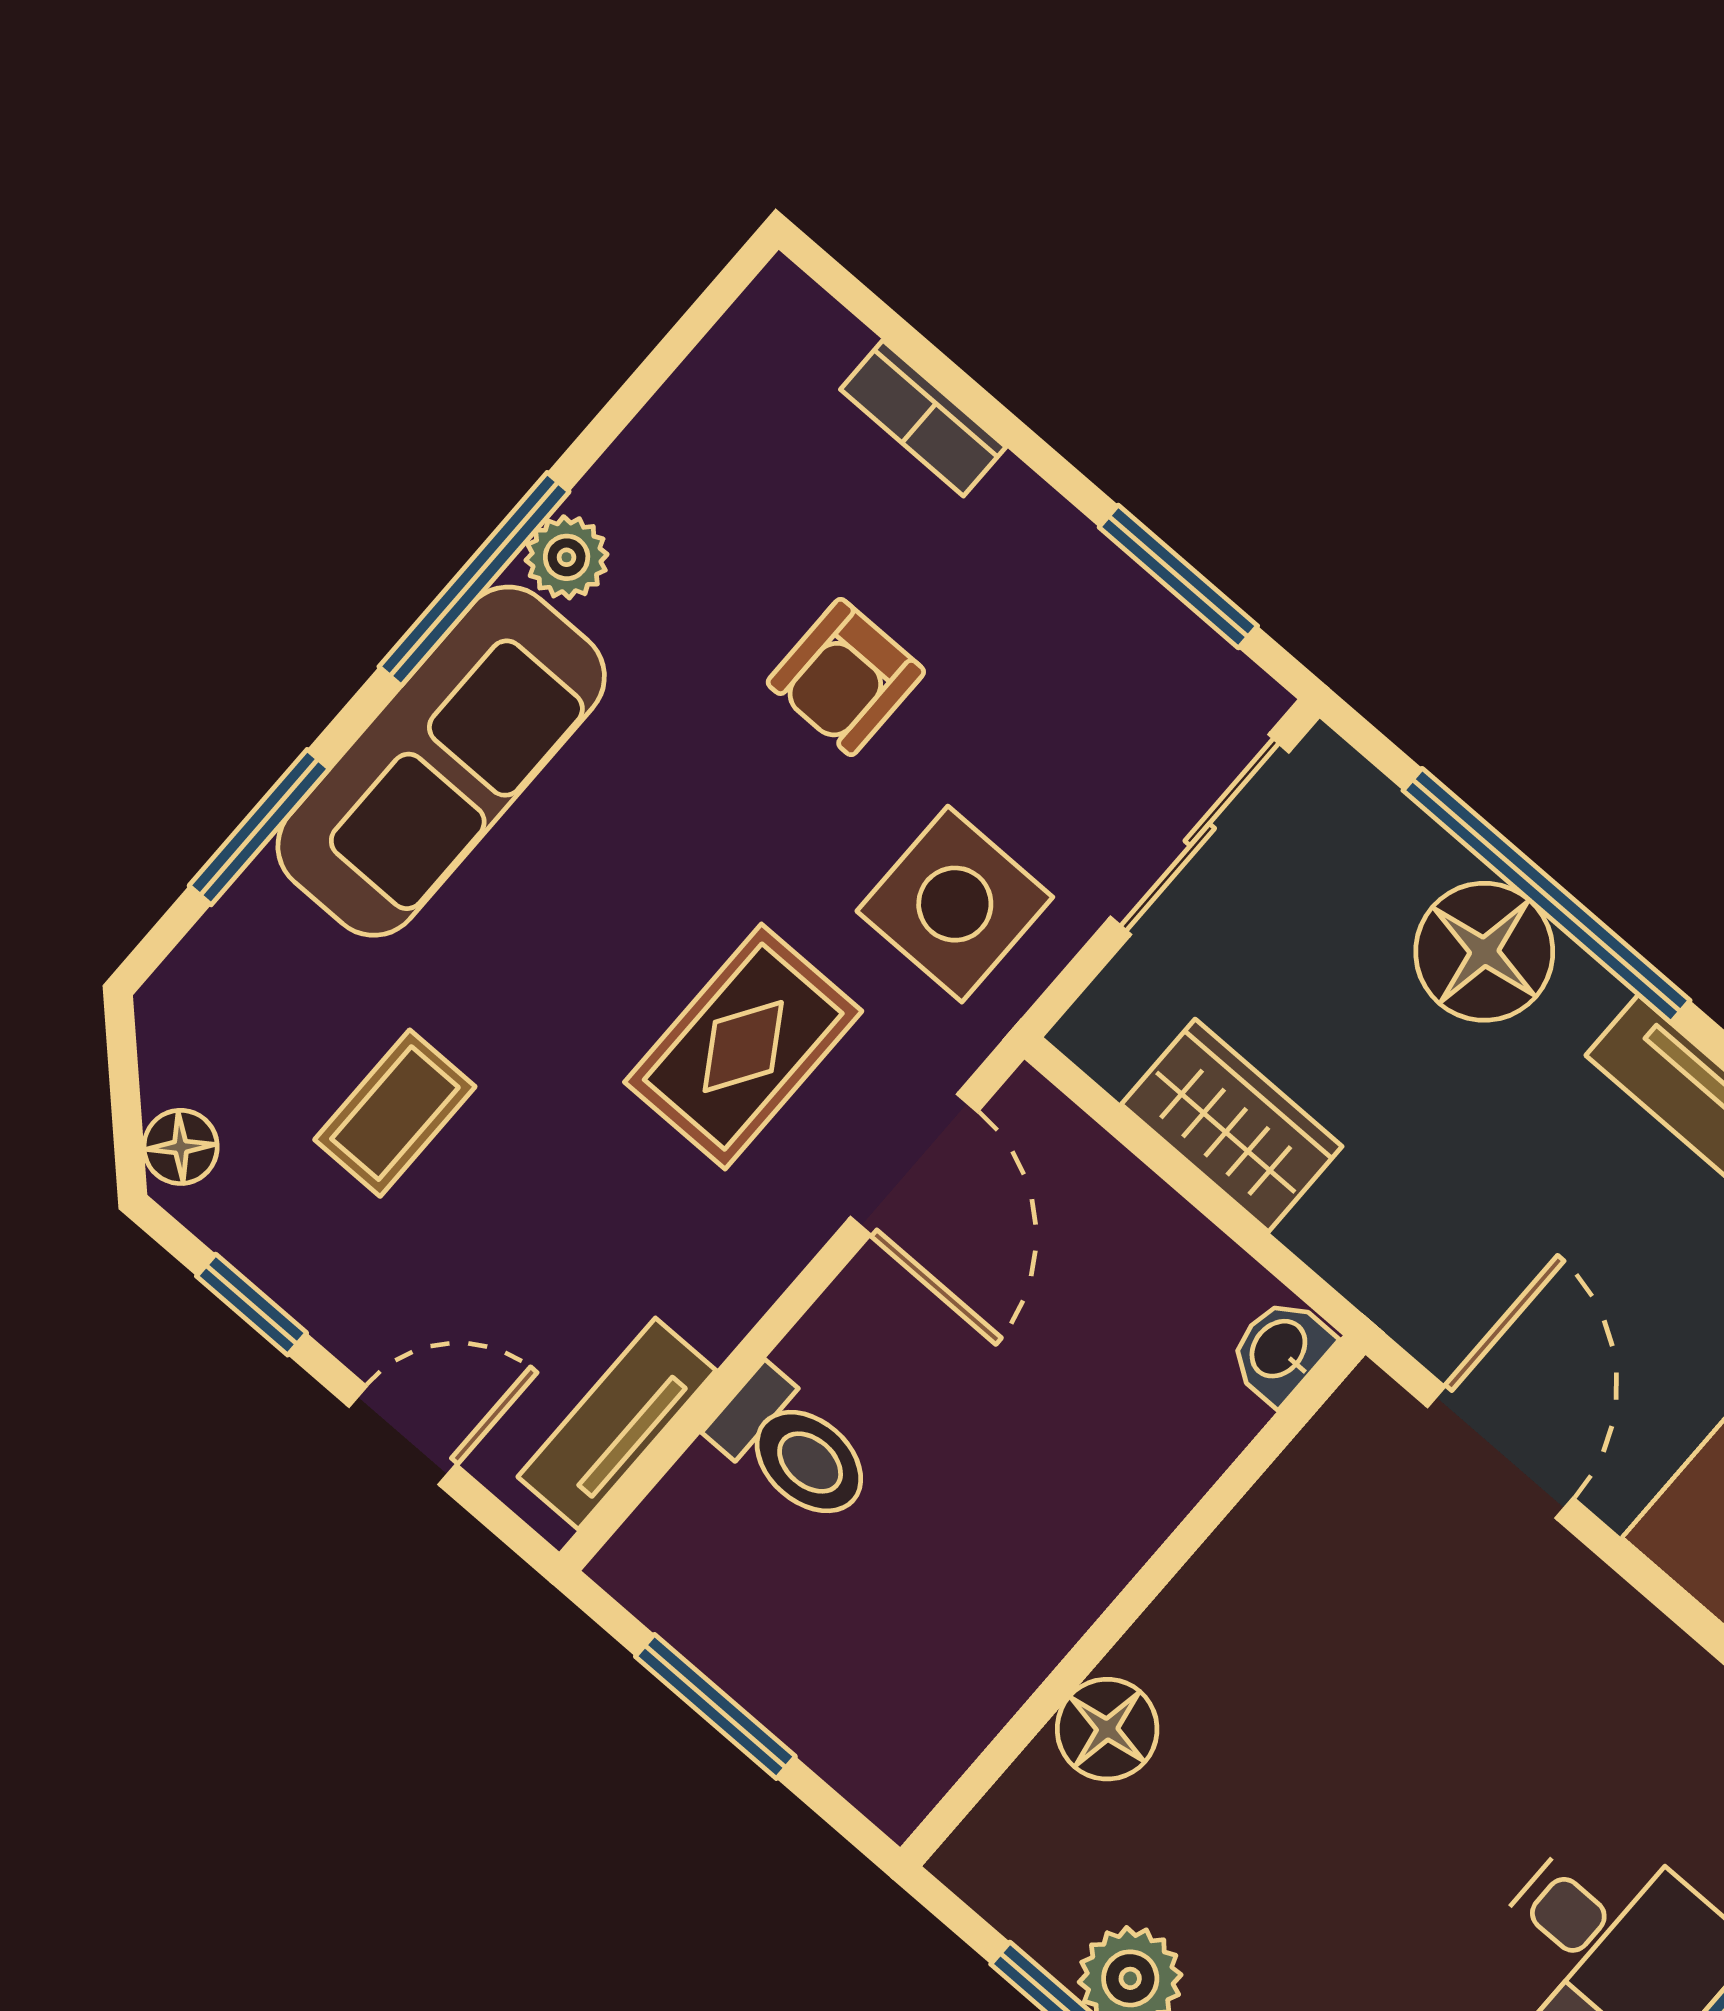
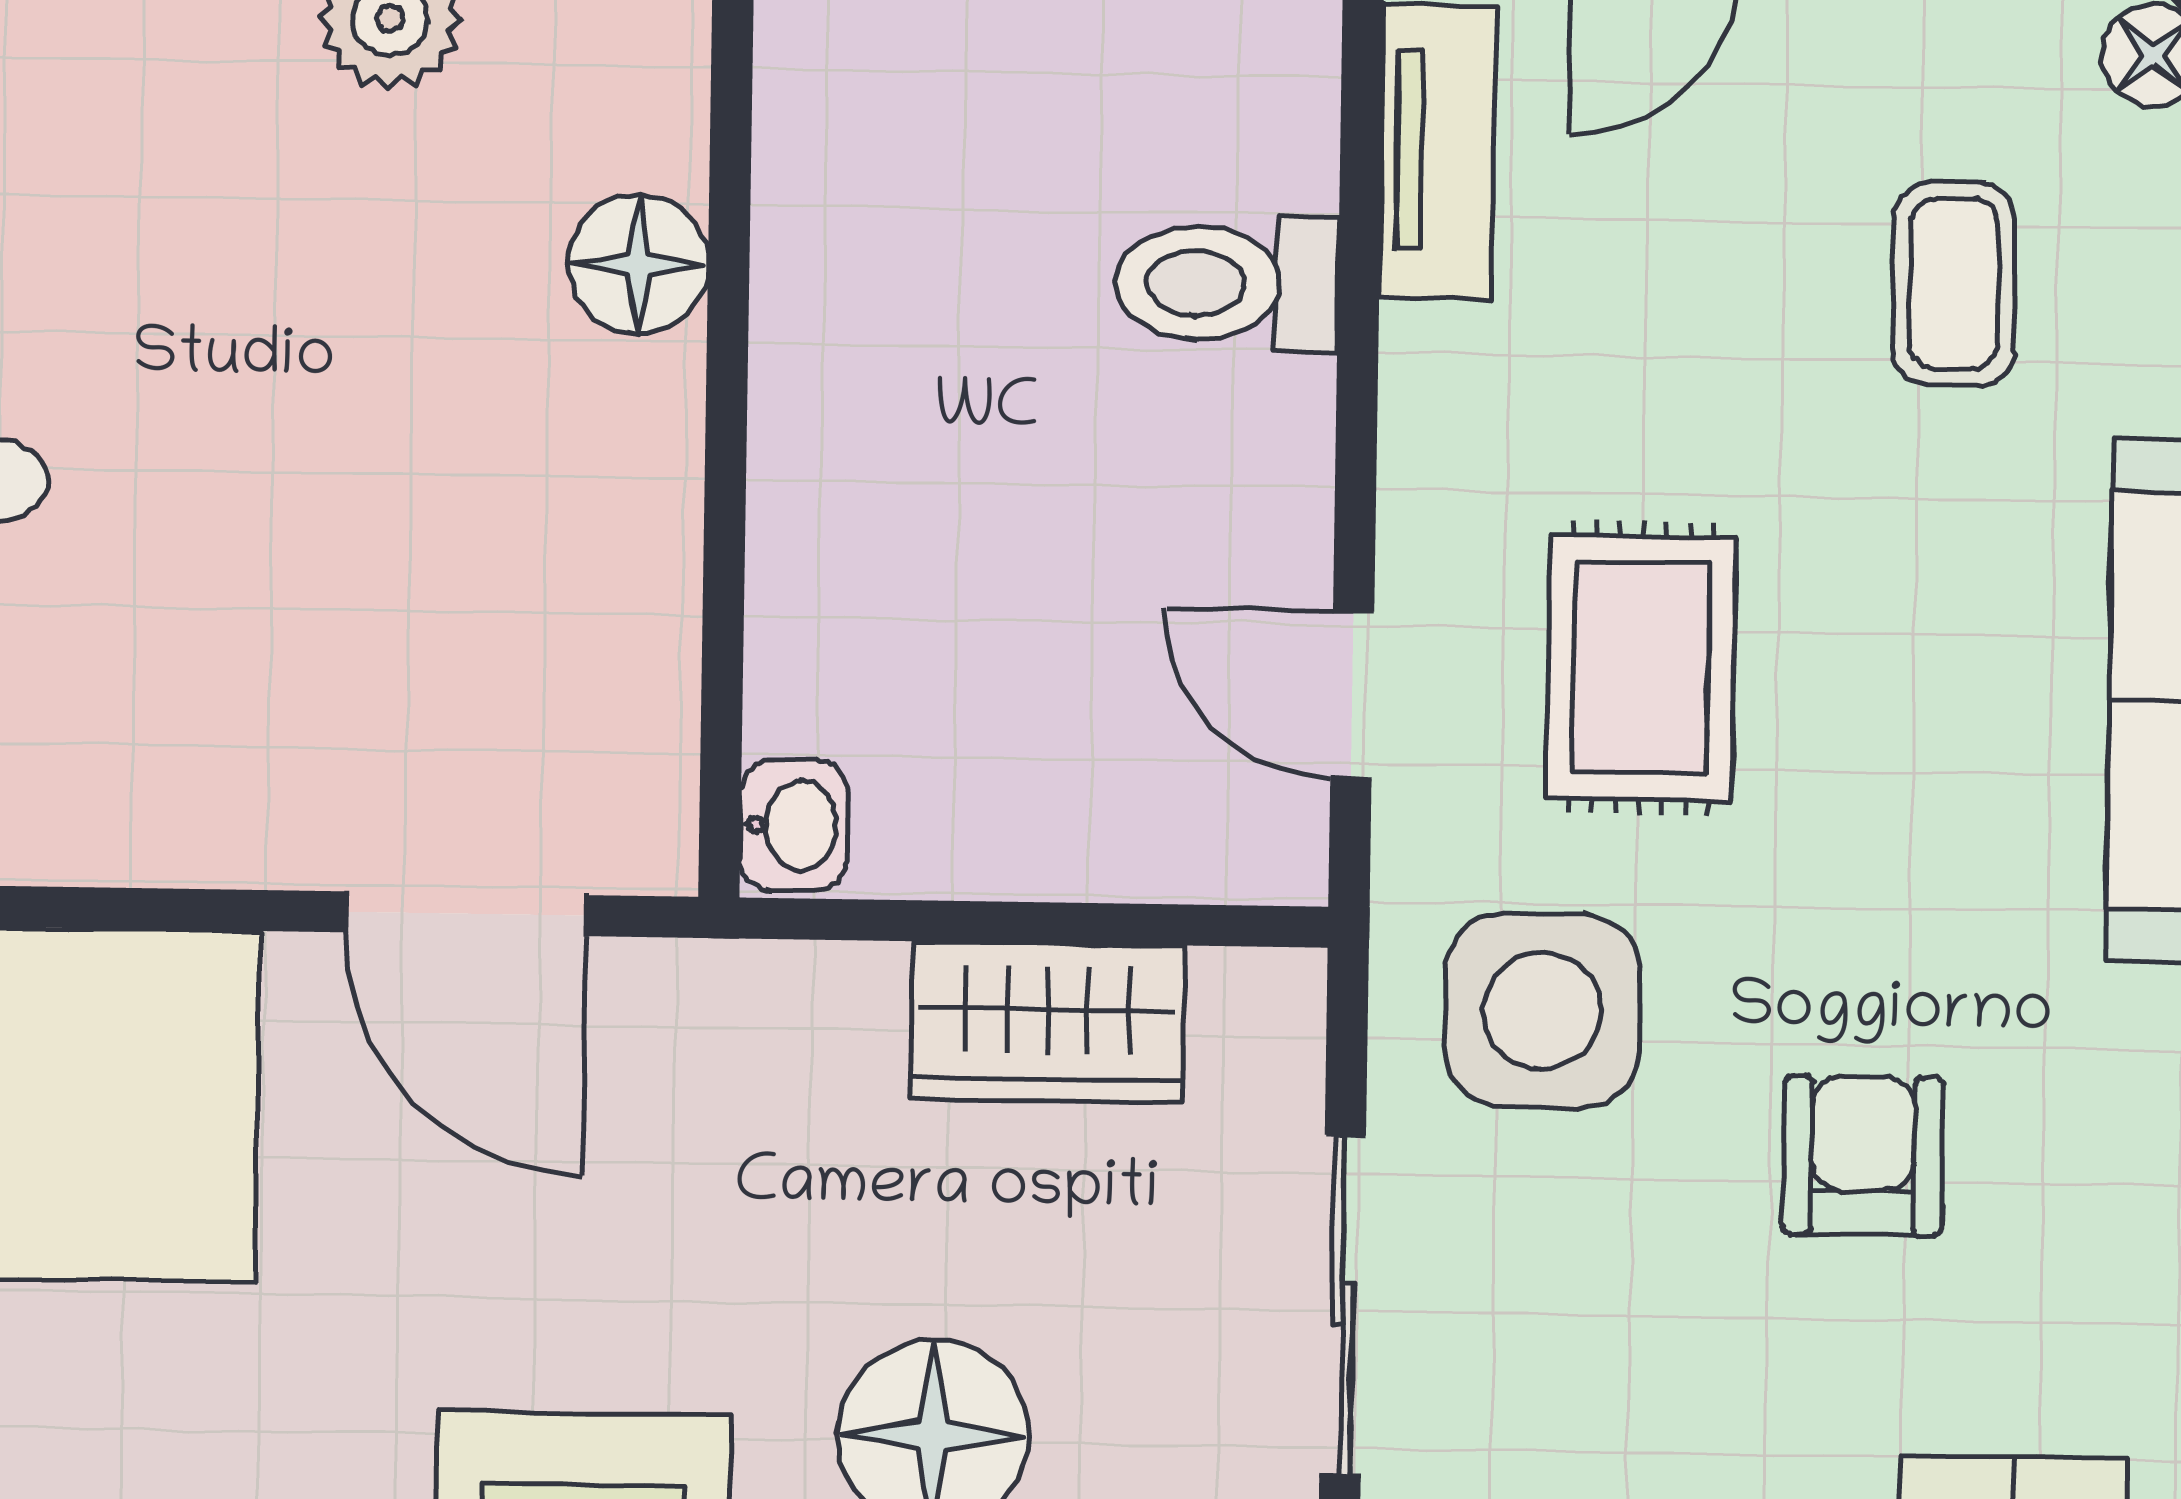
door: (914, 1165) -> (1352, 695), width x0.73

